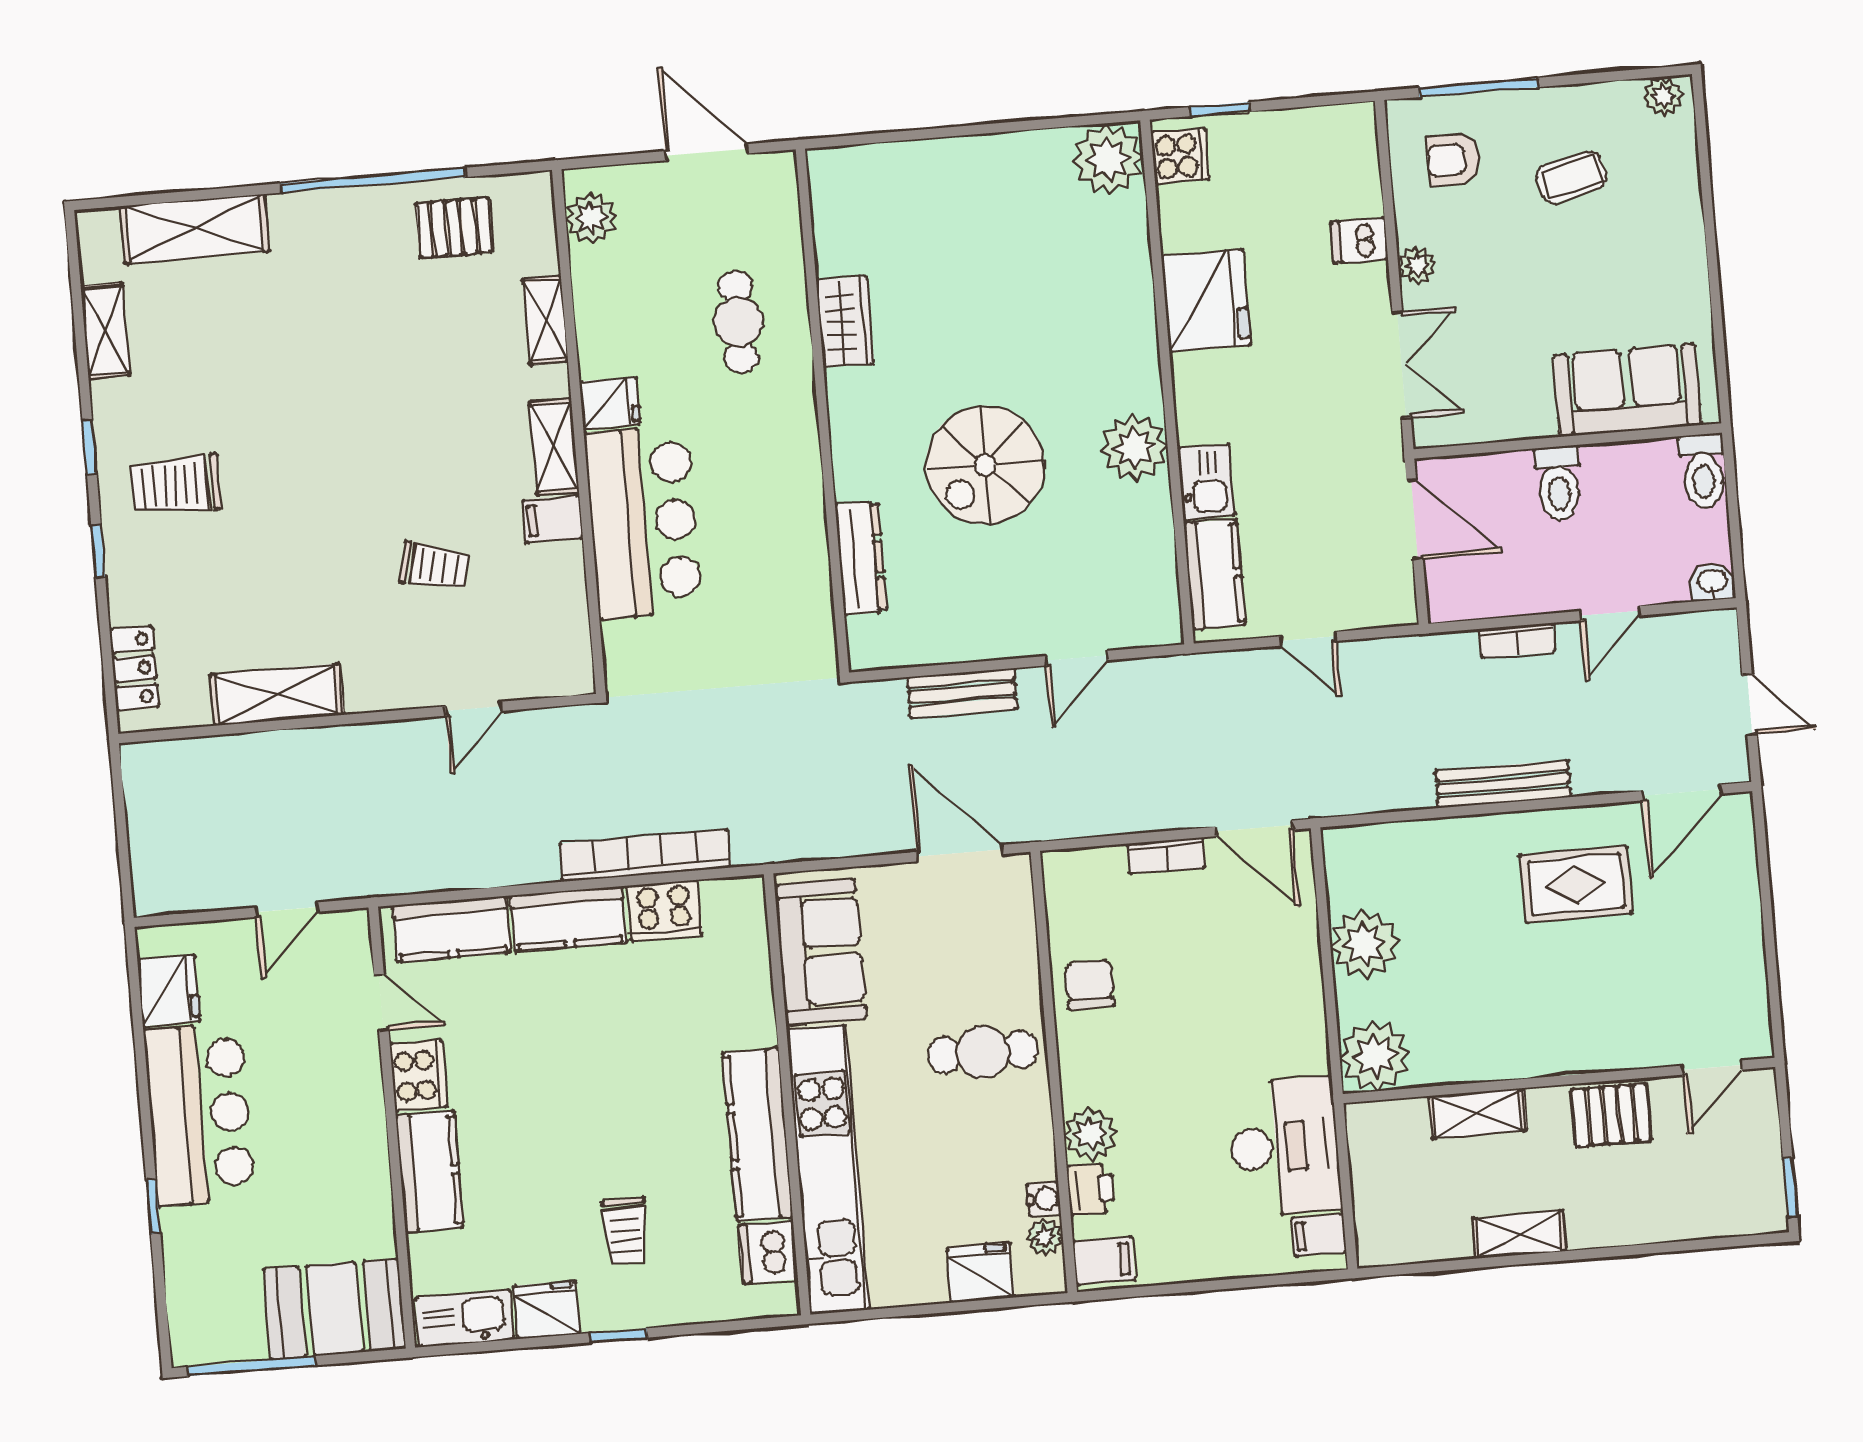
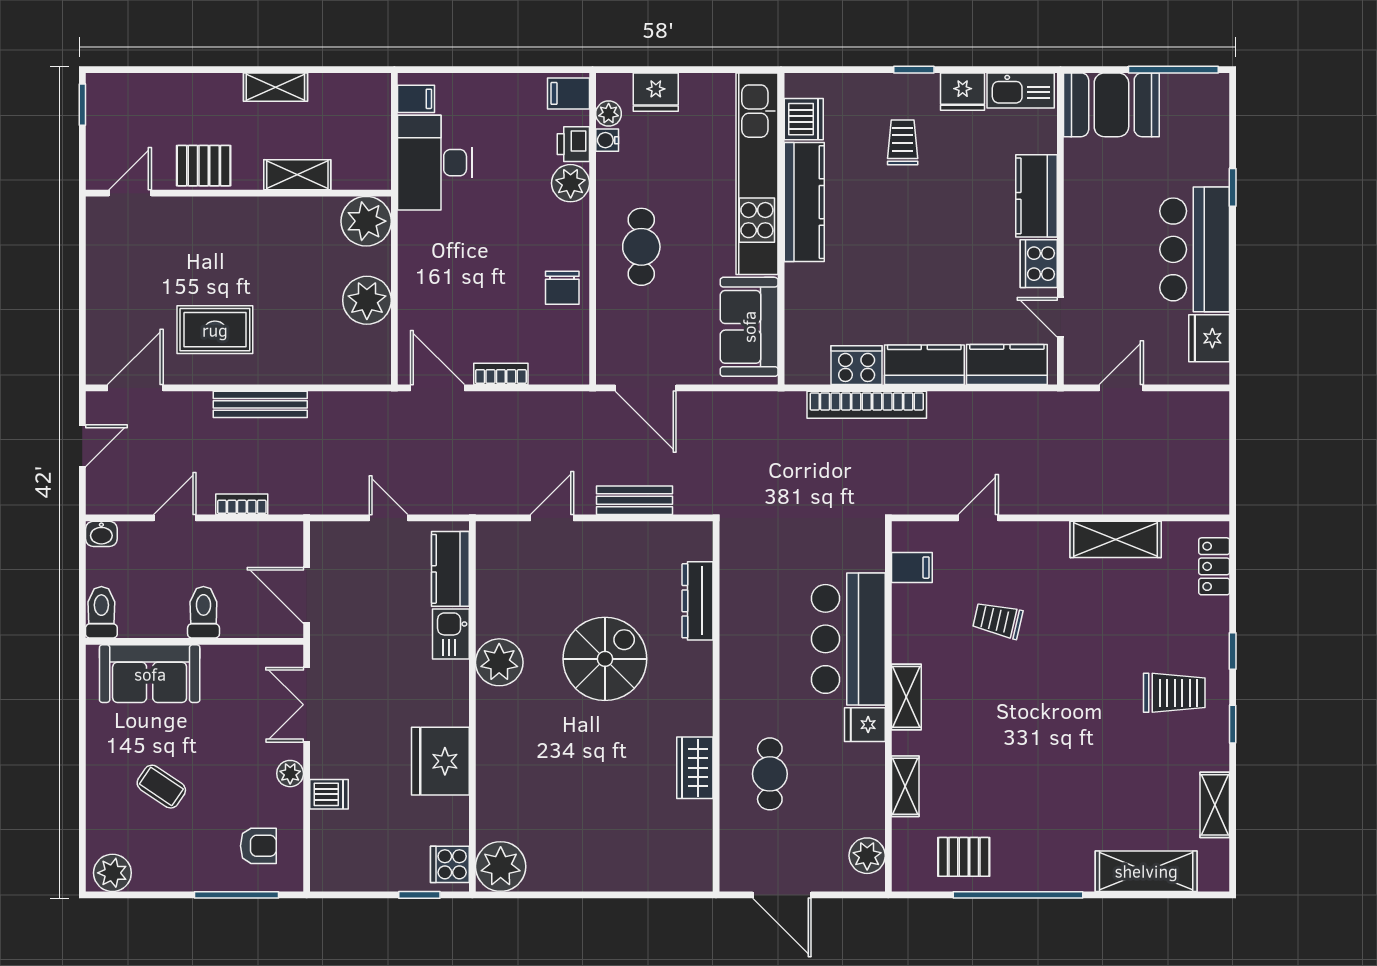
plant: (1663, 96) -> (112, 873), width x1.38, depth x1.38
coffee table: (1571, 177) -> (161, 787), moved, turned 47
filing cabinet: (553, 519) -> (912, 568), moved
door: (1750, 704) -> (82, 446), swing flipped
cafe table: (983, 1052) -> (641, 247), turned 90

